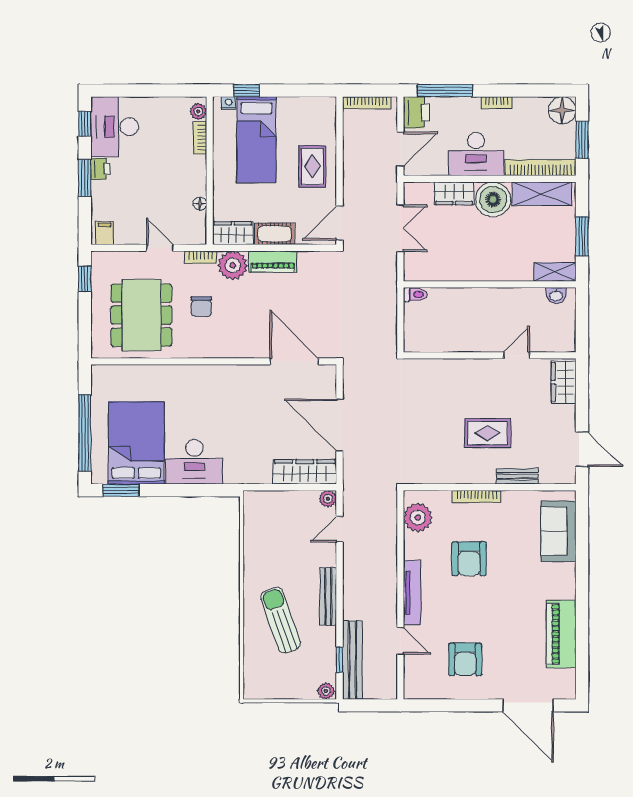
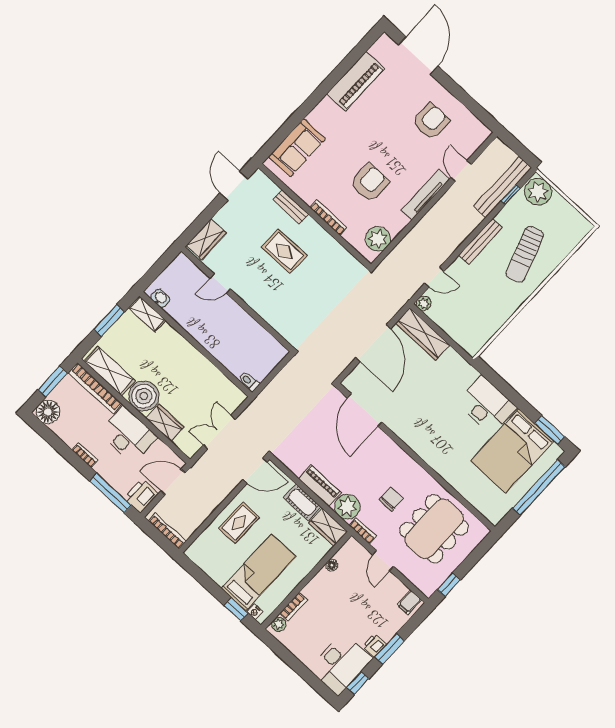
plant: (326, 691) -> (538, 192), width x1.87, depth x1.87

